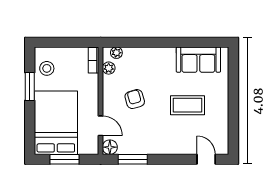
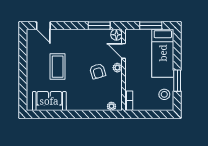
plant: (109, 68) -> (117, 68), moved
coffee table: (188, 105) -> (58, 67), turned 90
bed: (56, 123) -> (163, 53), width x0.67

